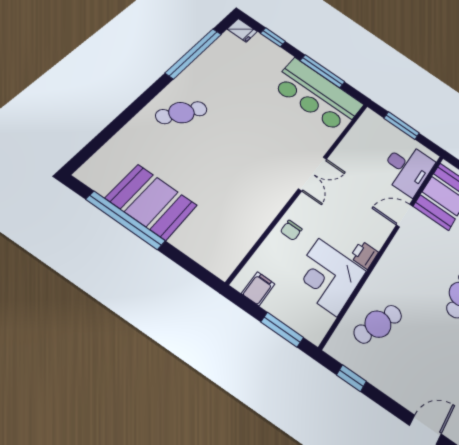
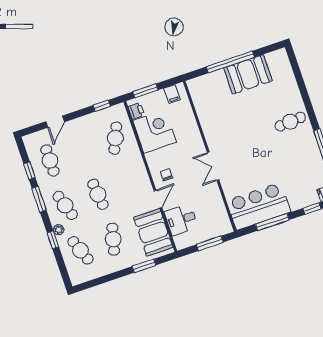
cafe table: (181, 113) -> (290, 122), turned 53
desk: (407, 168) -> (181, 220), width x0.73
window: (125, 220) -> (230, 62), moved
chair: (291, 230) -> (166, 175), moved
printer: (364, 255) -> (136, 111), moved

